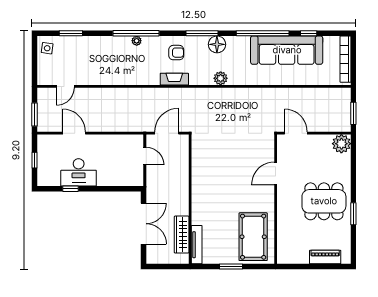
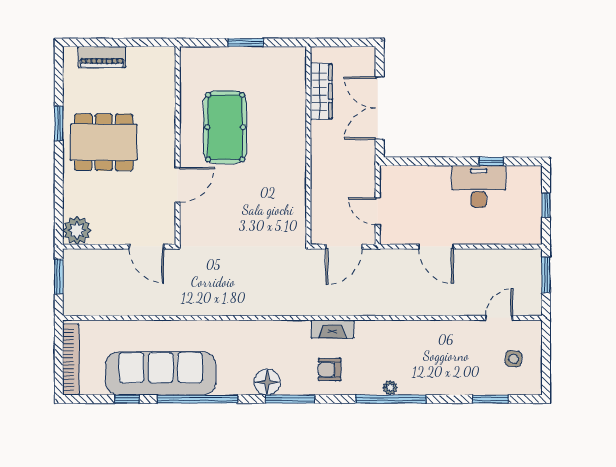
side table: (47, 48) -> (513, 359), moved
plant: (221, 78) -> (262, 330), removed
door: (74, 133) -> (436, 247), moved
pool table: (253, 237) -> (225, 127), moved
tv unit: (197, 245) -> (298, 76), removed

